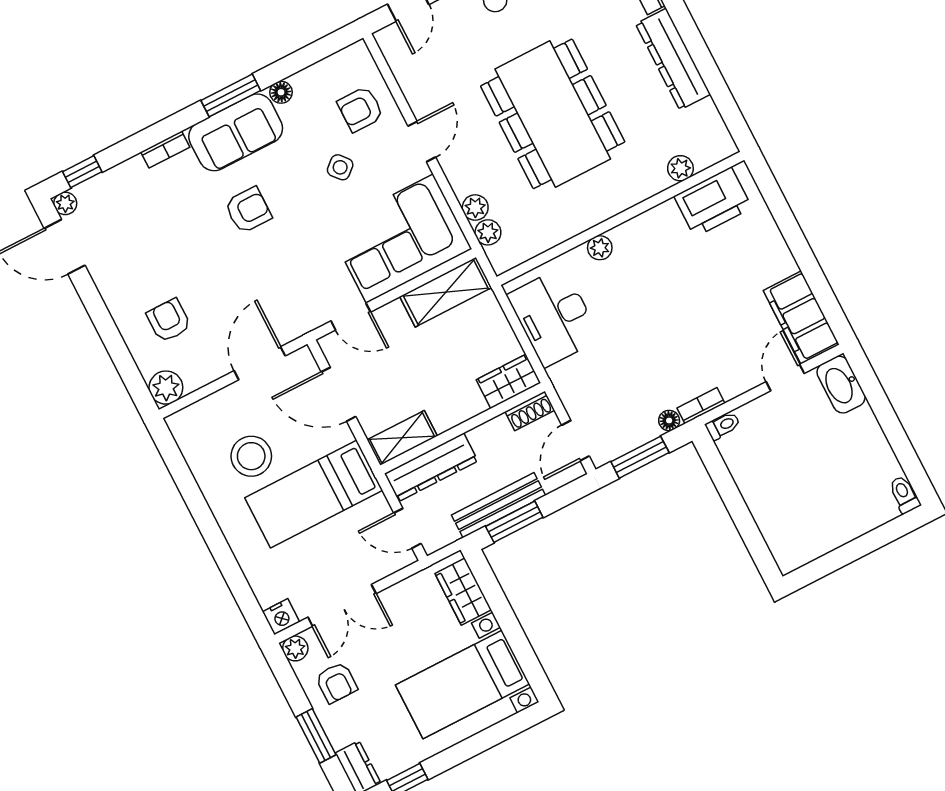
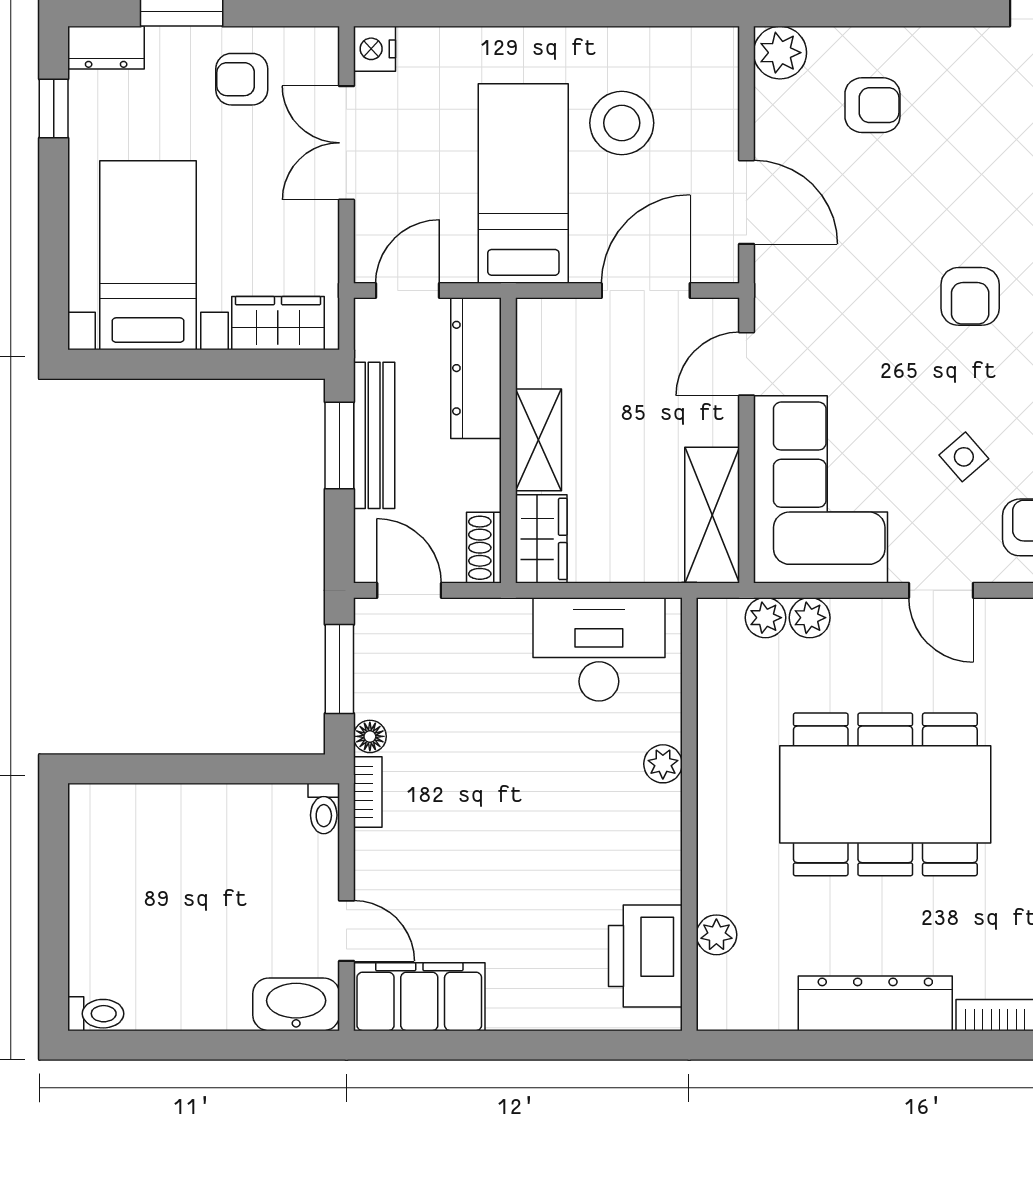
shelving: (402, 438) -> (538, 440), moved
plant: (295, 648) -> (320, 46), removed

